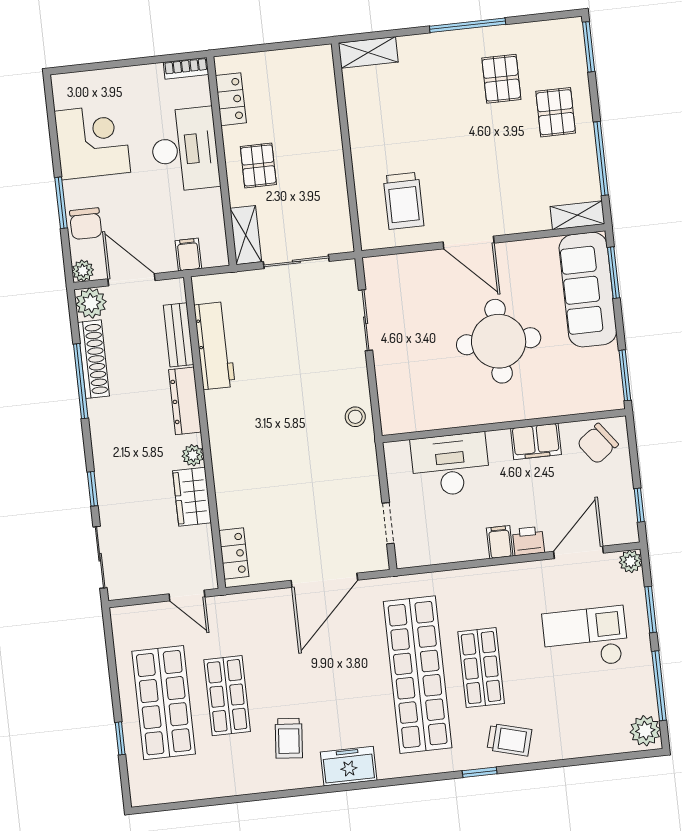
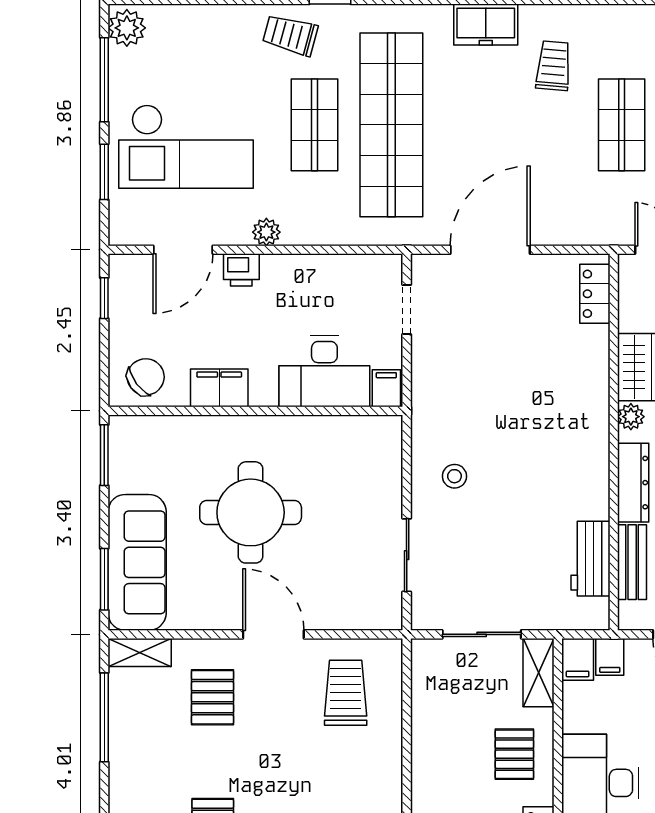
pallet: (556, 112) -> (213, 697), moved
filing cabinet: (215, 250) -> (578, 659), added
workbench: (215, 346) -> (591, 559), width x0.73
stool: (355, 417) -> (454, 476), moved
filing cabinet: (500, 542) -> (386, 388), moved, turned 180
plant: (631, 561) -> (266, 232), moved
checkout: (585, 638) -> (186, 146), width x1.36, depth x1.21

